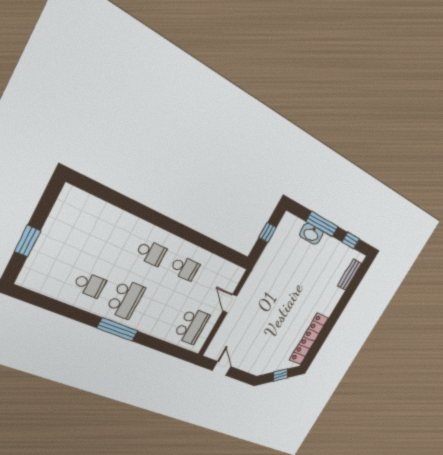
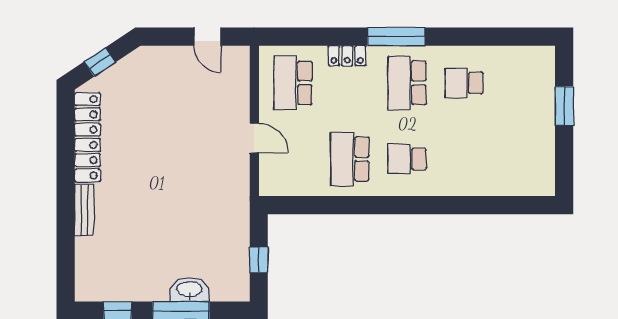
school desk: (185, 268) -> (350, 159), width x1.85
bench: (349, 275) -> (84, 210), moved
locker: (153, 329) -> (347, 56), added

